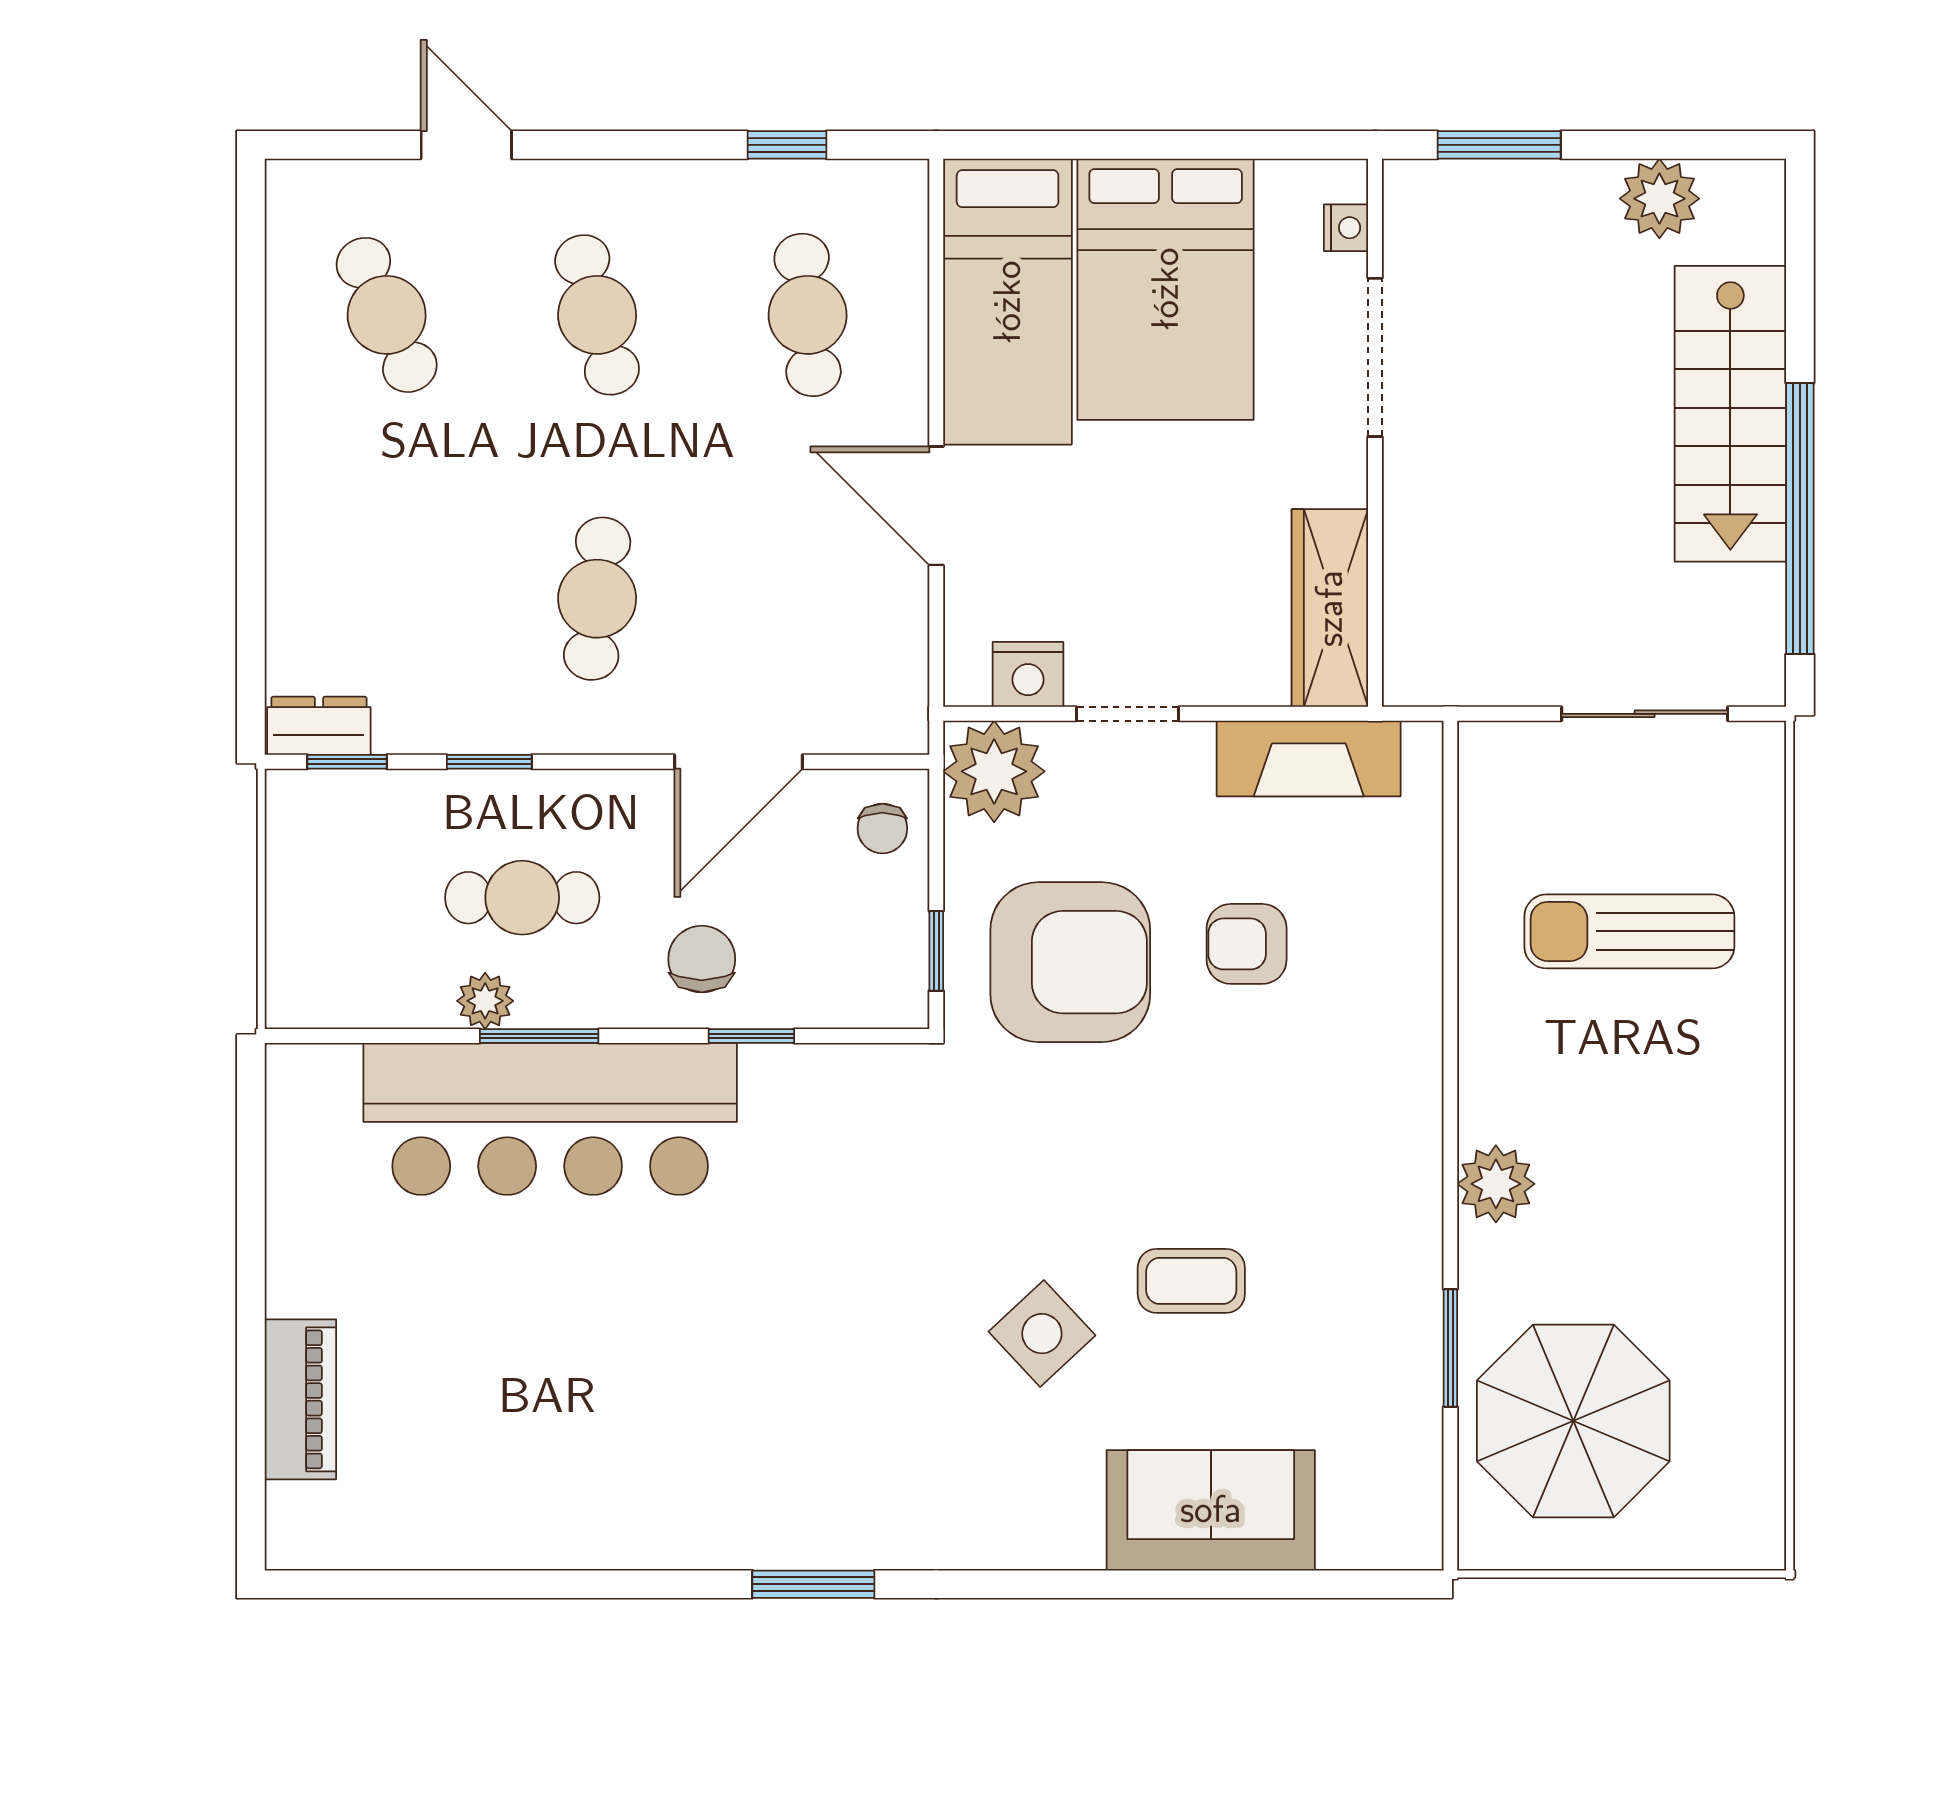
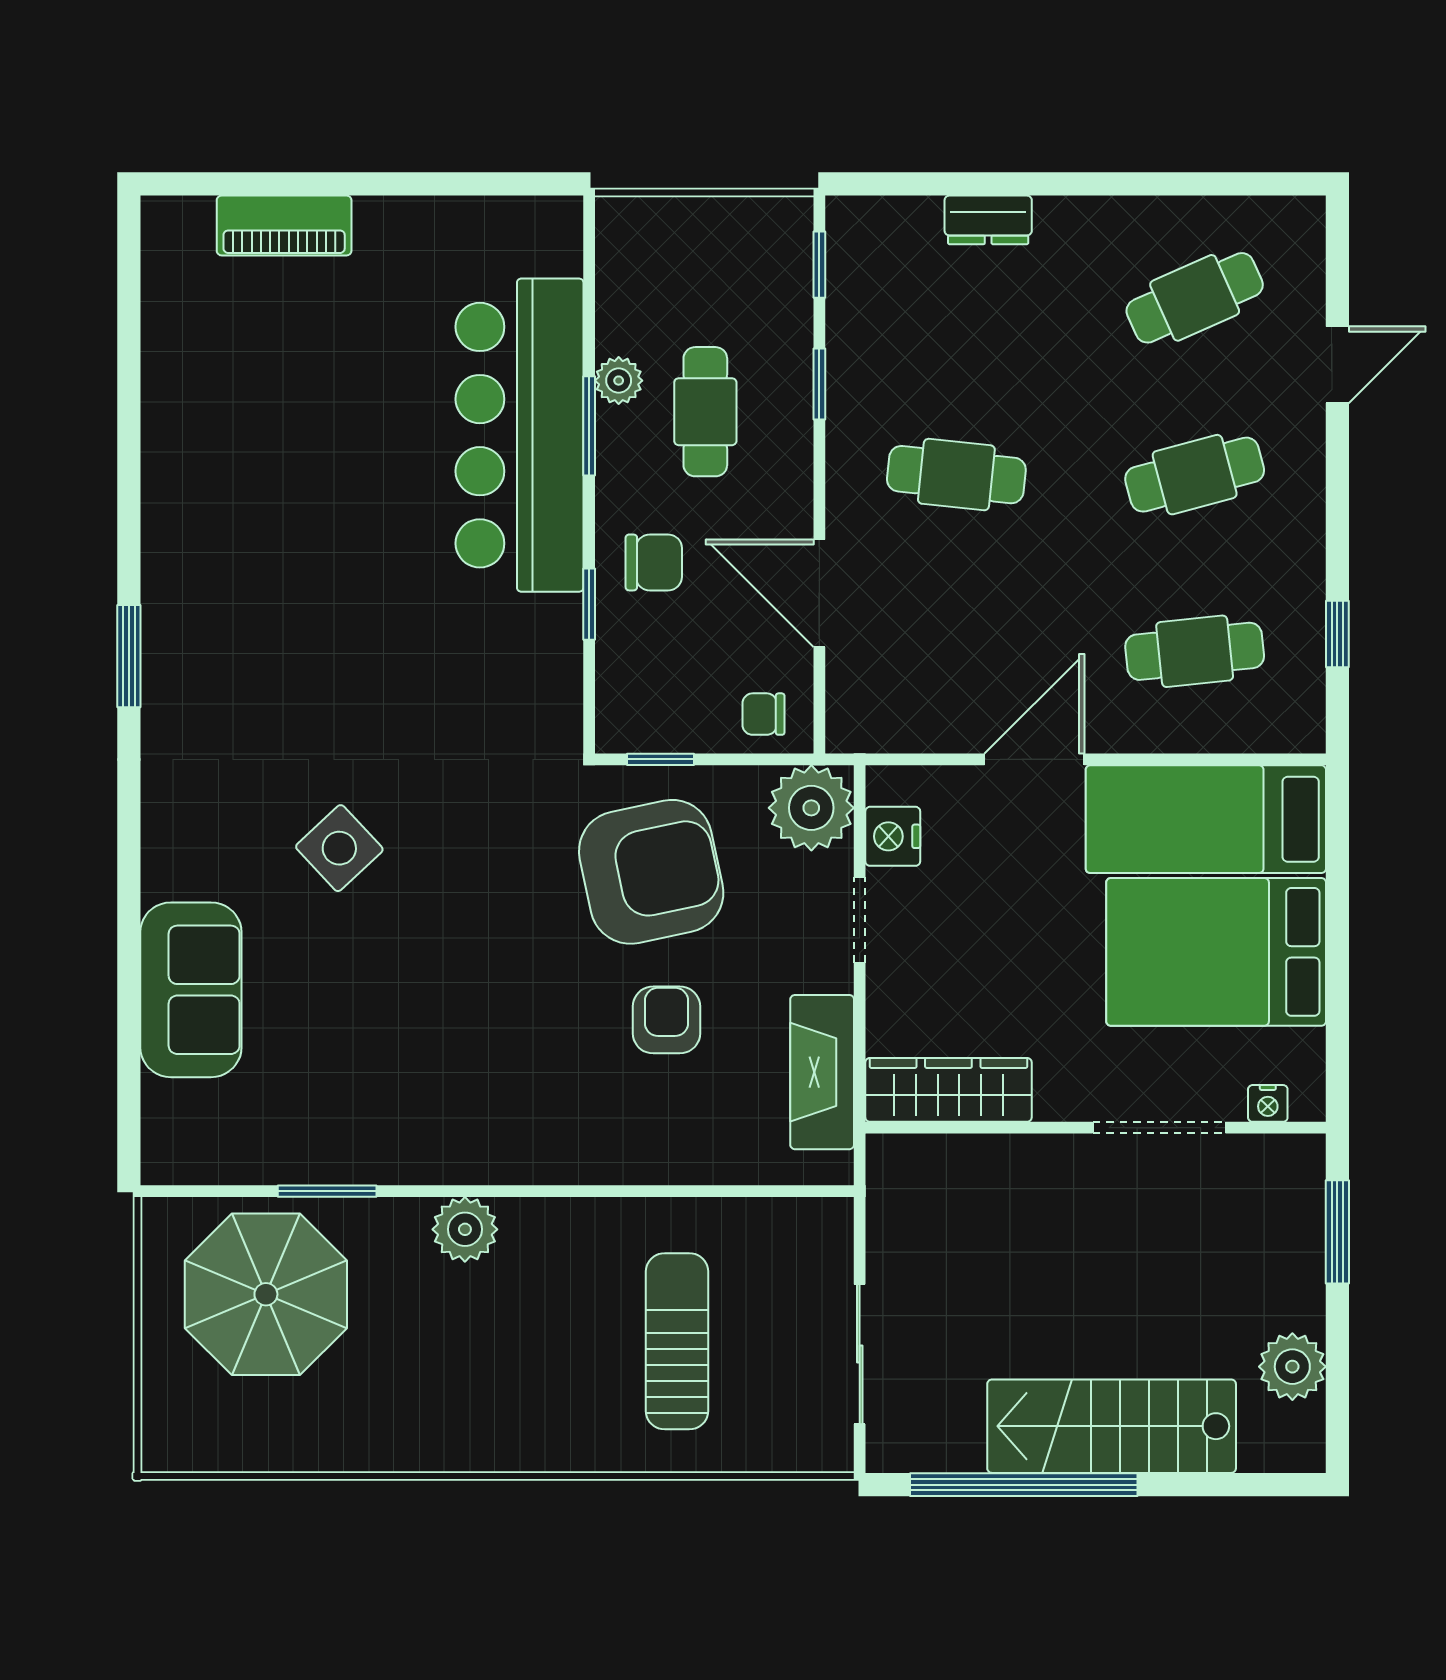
dresser: (319, 726) -> (988, 220), moved, turned 90
armchair: (1070, 962) -> (651, 872), turned -102
coffee table: (1191, 1281) -> (384, 973), removed

